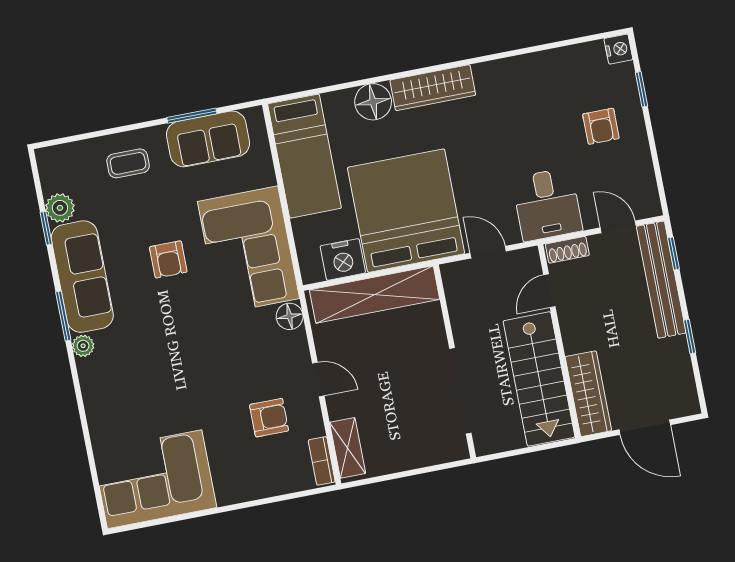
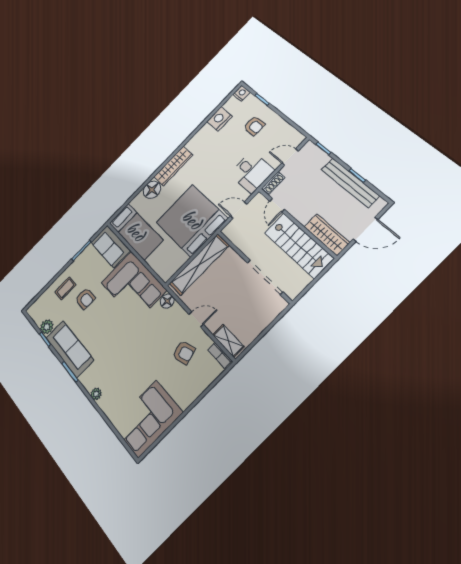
sofa: (208, 139) -> (110, 246), moved, turned 90
armchair: (168, 259) -> (85, 298), moved
nightstand: (343, 259) -> (220, 119), moved, turned 180
bench: (661, 280) -> (350, 183), moved
plant: (83, 346) -> (96, 394), moved
armchair: (269, 418) -> (184, 353), turned 73

